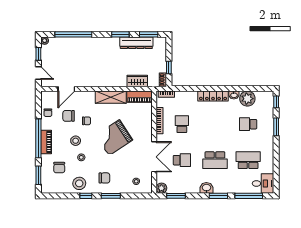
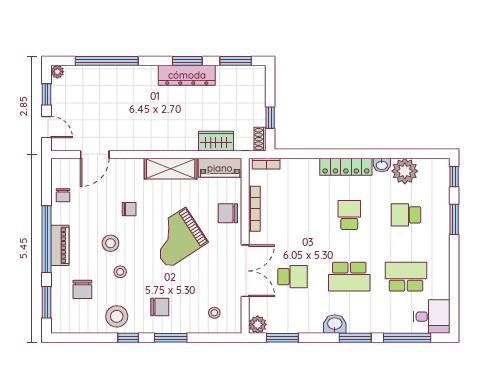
dresser: (136, 43) -> (187, 75), moved
chair: (69, 116) -> (228, 213), moved
school desk: (182, 124) -> (349, 215), moved

